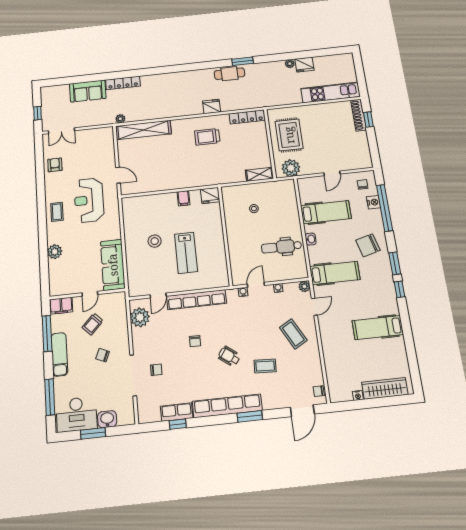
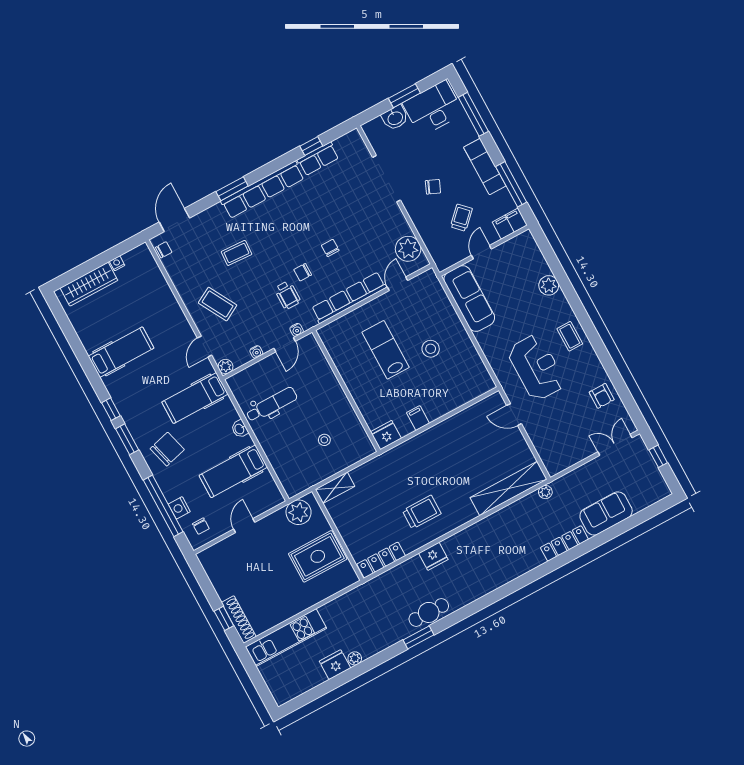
rug: (289, 135) -> (318, 556), turned 90
wheelchair: (229, 356) -> (287, 295), moved, turned 54
chair: (156, 370) -> (303, 272), moved

